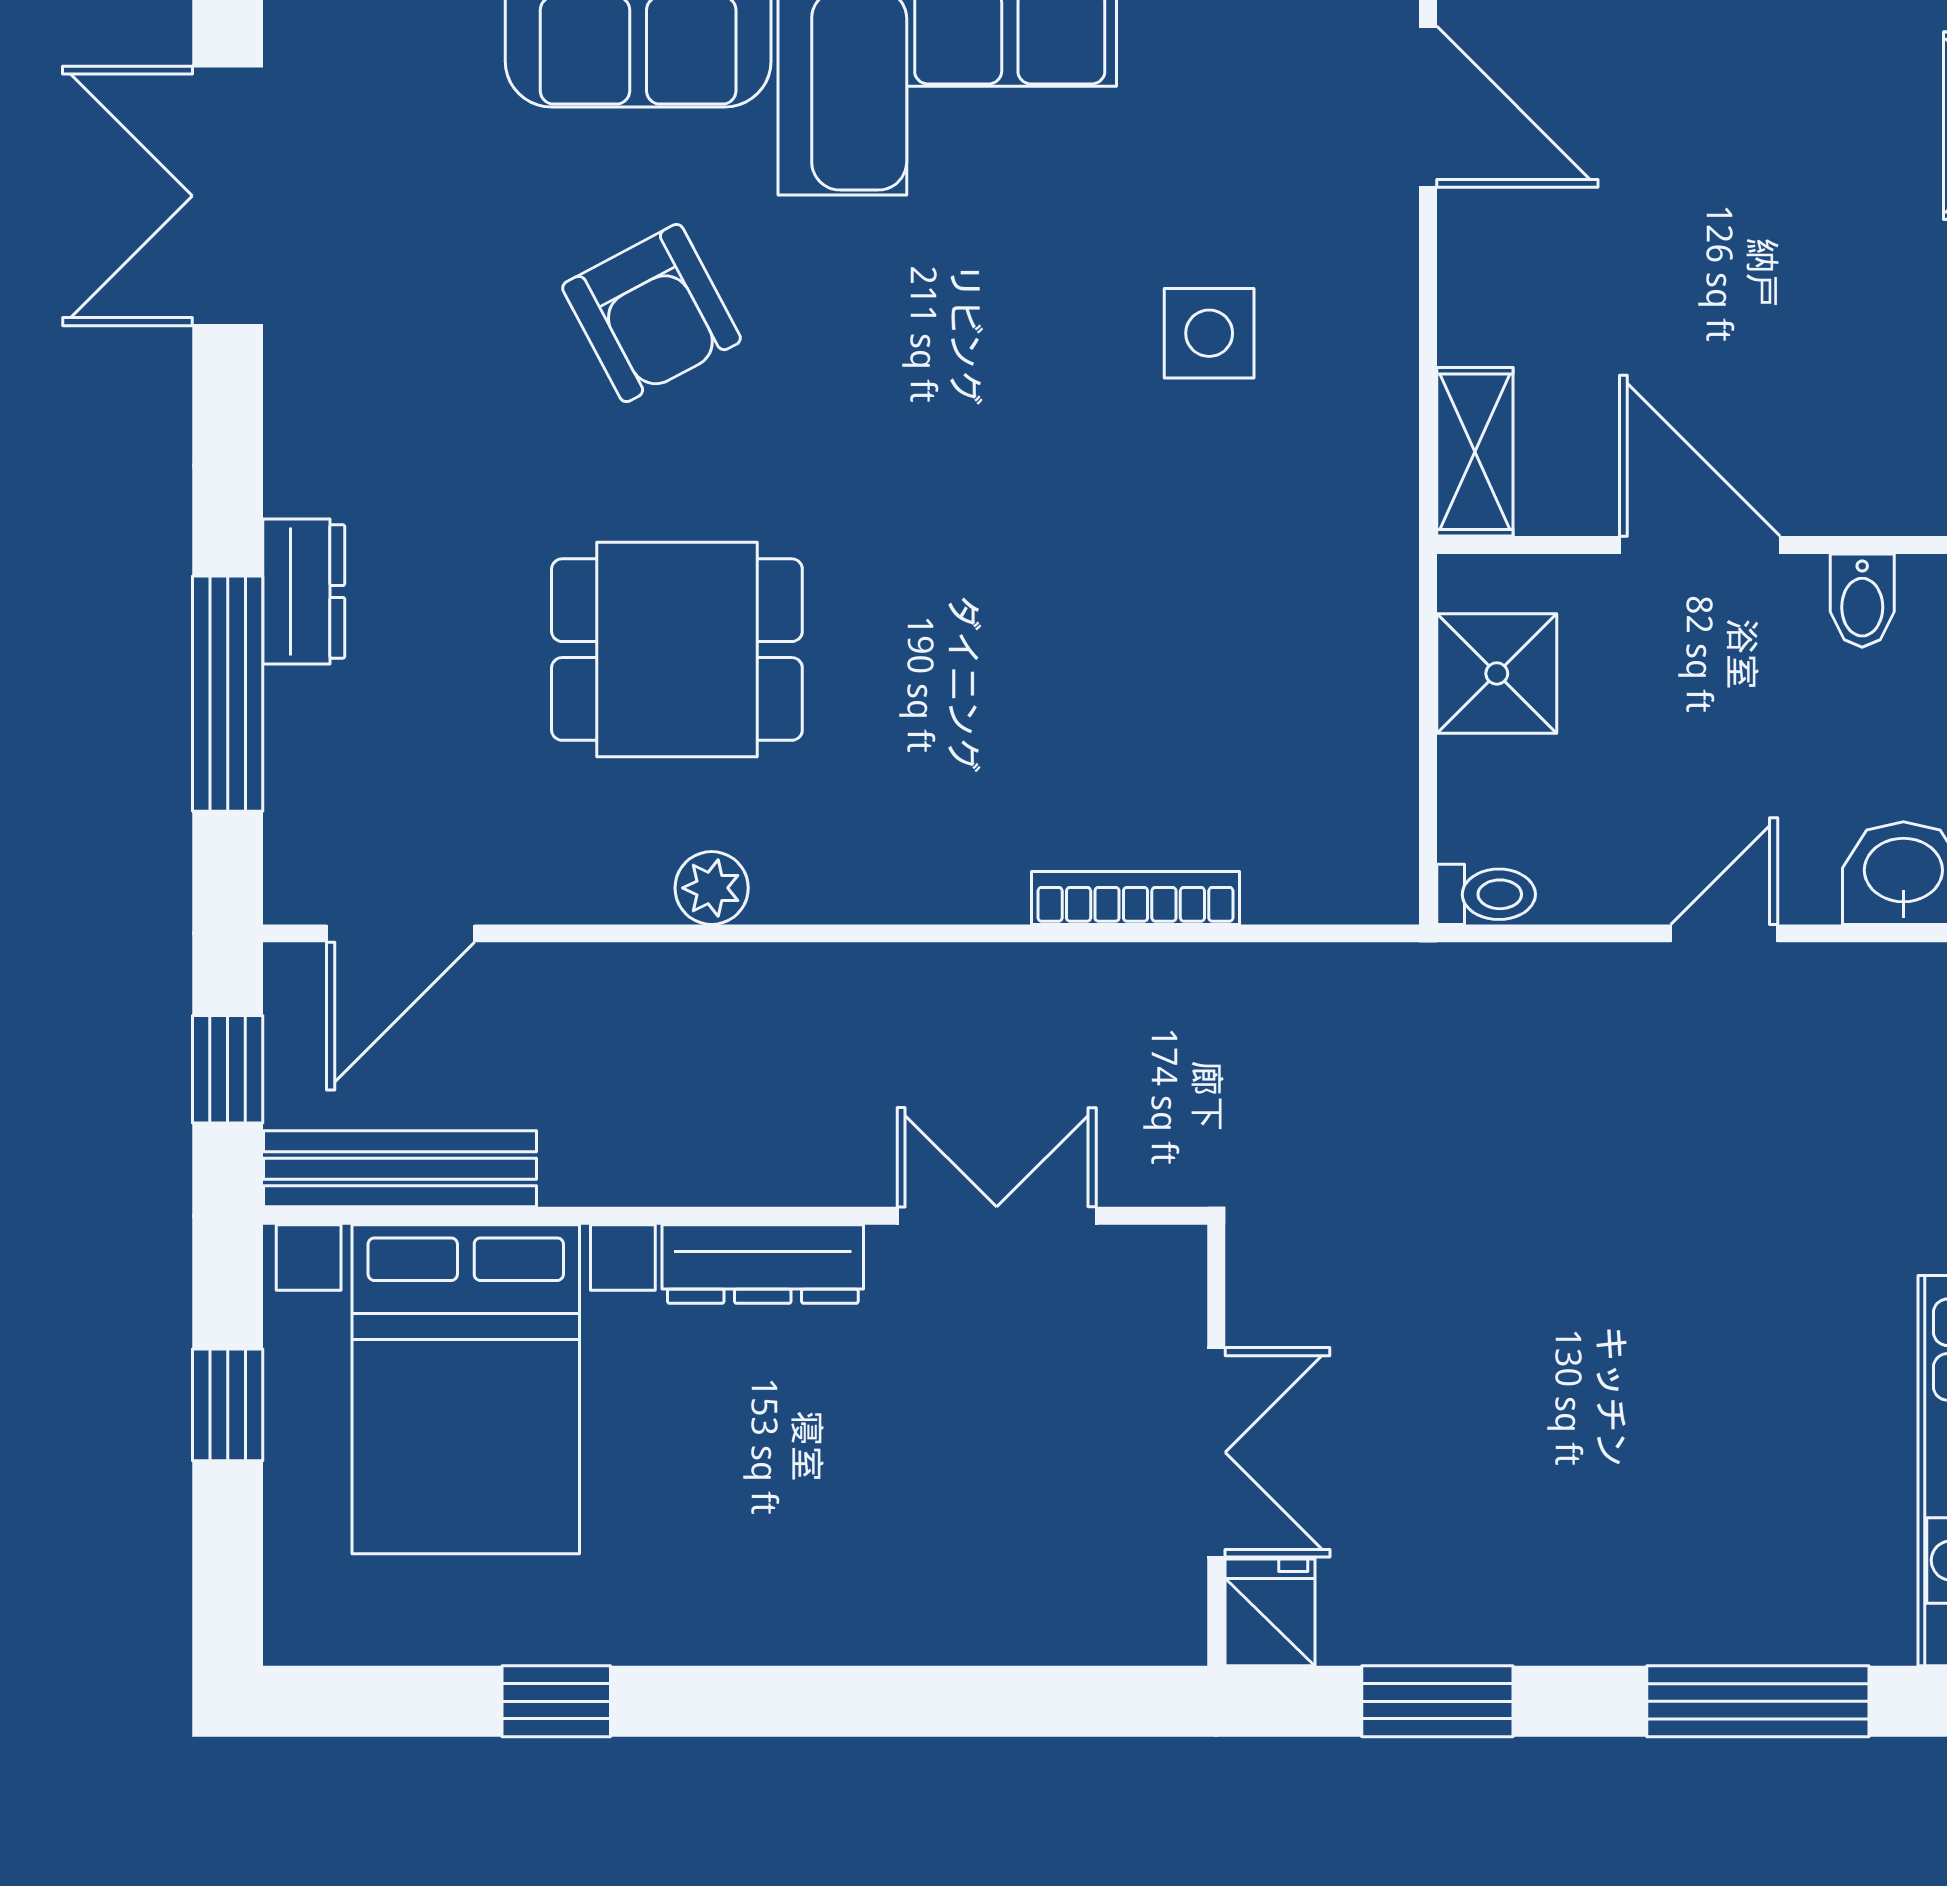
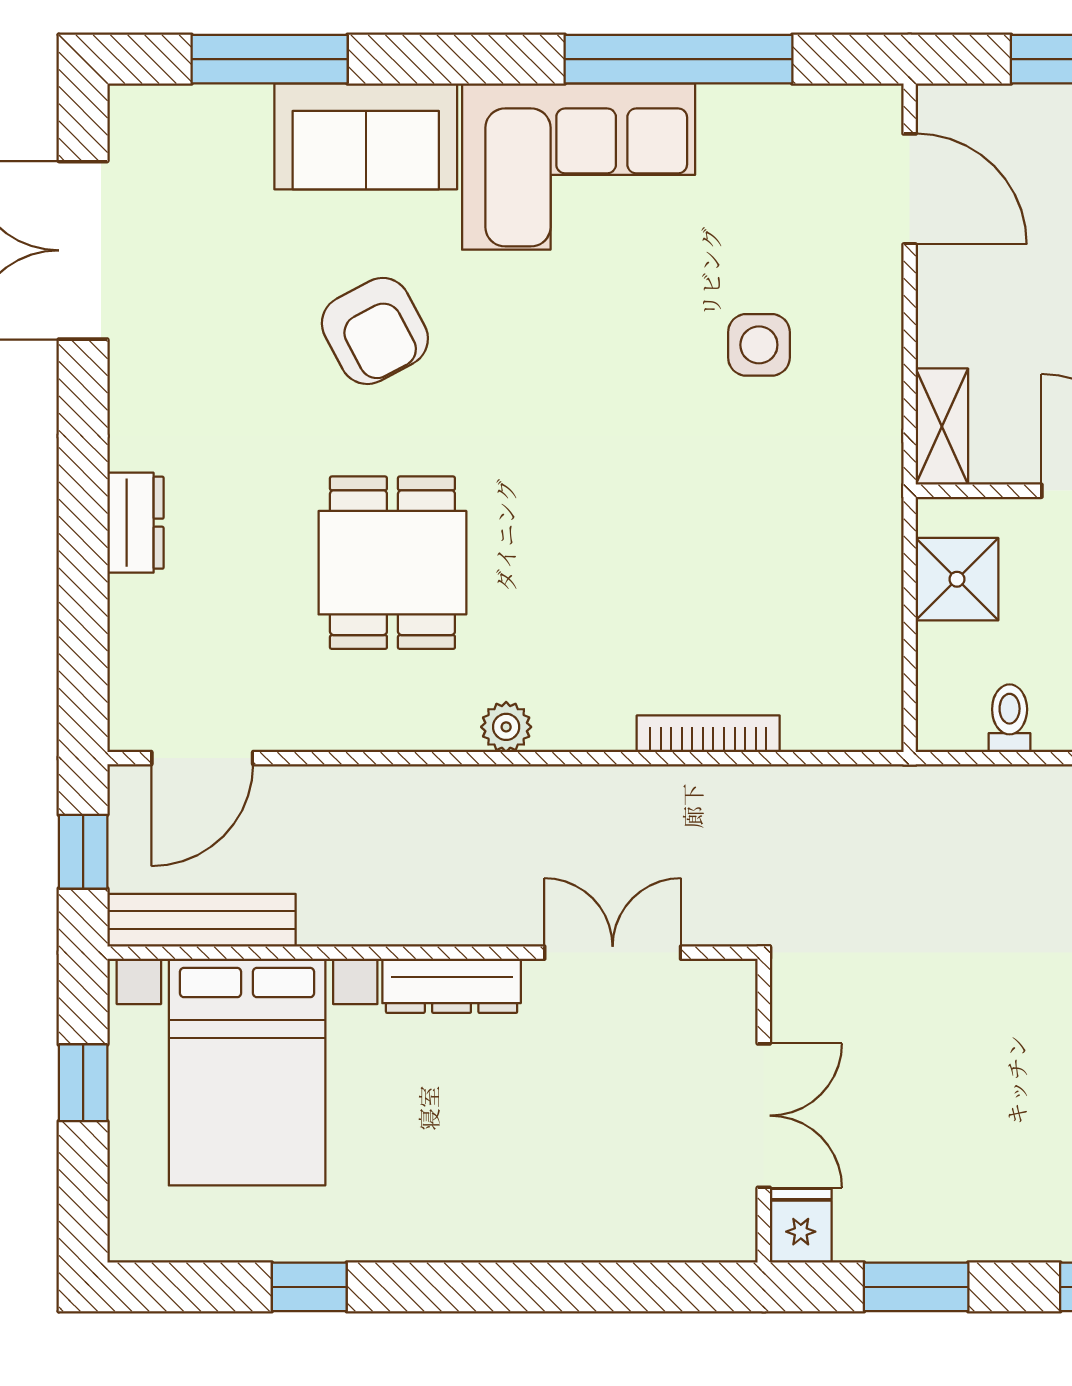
dining table: (677, 650) -> (392, 563), turned 90
window: (228, 694) -> (83, 593), removed
plant: (712, 888) -> (506, 727), moved
toilet: (1486, 894) -> (1010, 718), moved, turned -90

